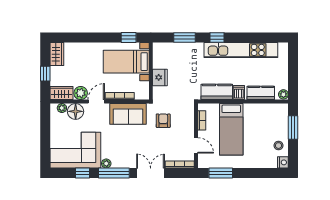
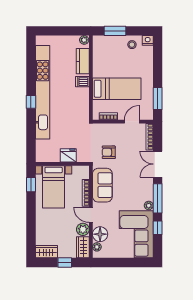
window: (184, 37) -> (31, 132), removed
kitchen unit: (241, 50) -> (43, 92), width x1.36
kitchen counter: (217, 92) -> (82, 102), removed

